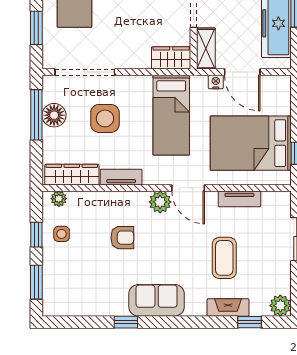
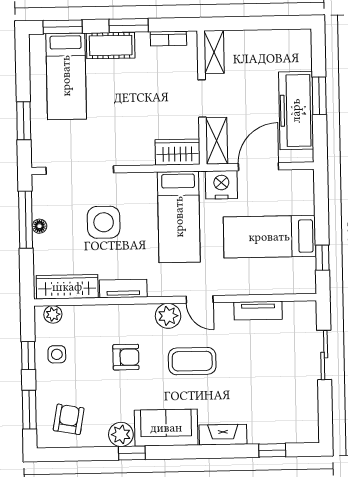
door: (242, 72) -> (258, 167), swing flipped
nightstand: (216, 82) -> (221, 185), width x1.89, depth x1.79
floor lamp: (54, 115) -> (39, 226), width x0.53, depth x0.53
bed: (251, 143) -> (269, 237), width x0.67
door: (188, 188) -> (200, 299), width x0.73
coffee table: (224, 258) -> (192, 361), moved, turned 90
armchair: (71, 291) -> (69, 419), added
plant: (280, 306) -> (121, 434), moved
fireplace: (228, 307) -> (223, 435), moved

